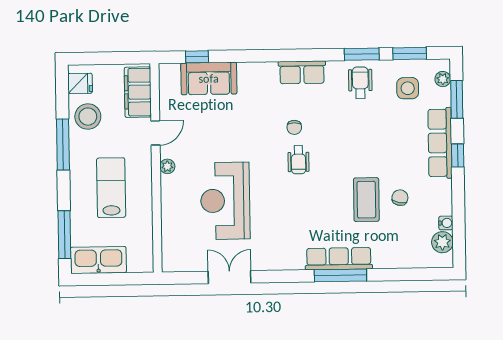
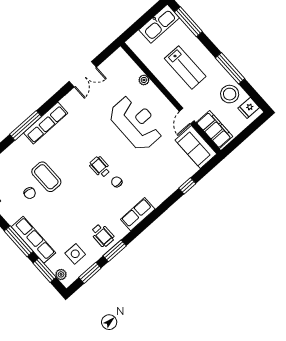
window: (197, 57) -> (187, 186), moved
sofa: (209, 79) -> (196, 147), moved, turned -90
window: (458, 155) -> (19, 241), width x2.17
plant: (167, 166) -> (144, 80), moved
reception desk: (225, 201) -> (136, 123), moved
row of seats: (339, 259) -> (46, 123), moved

